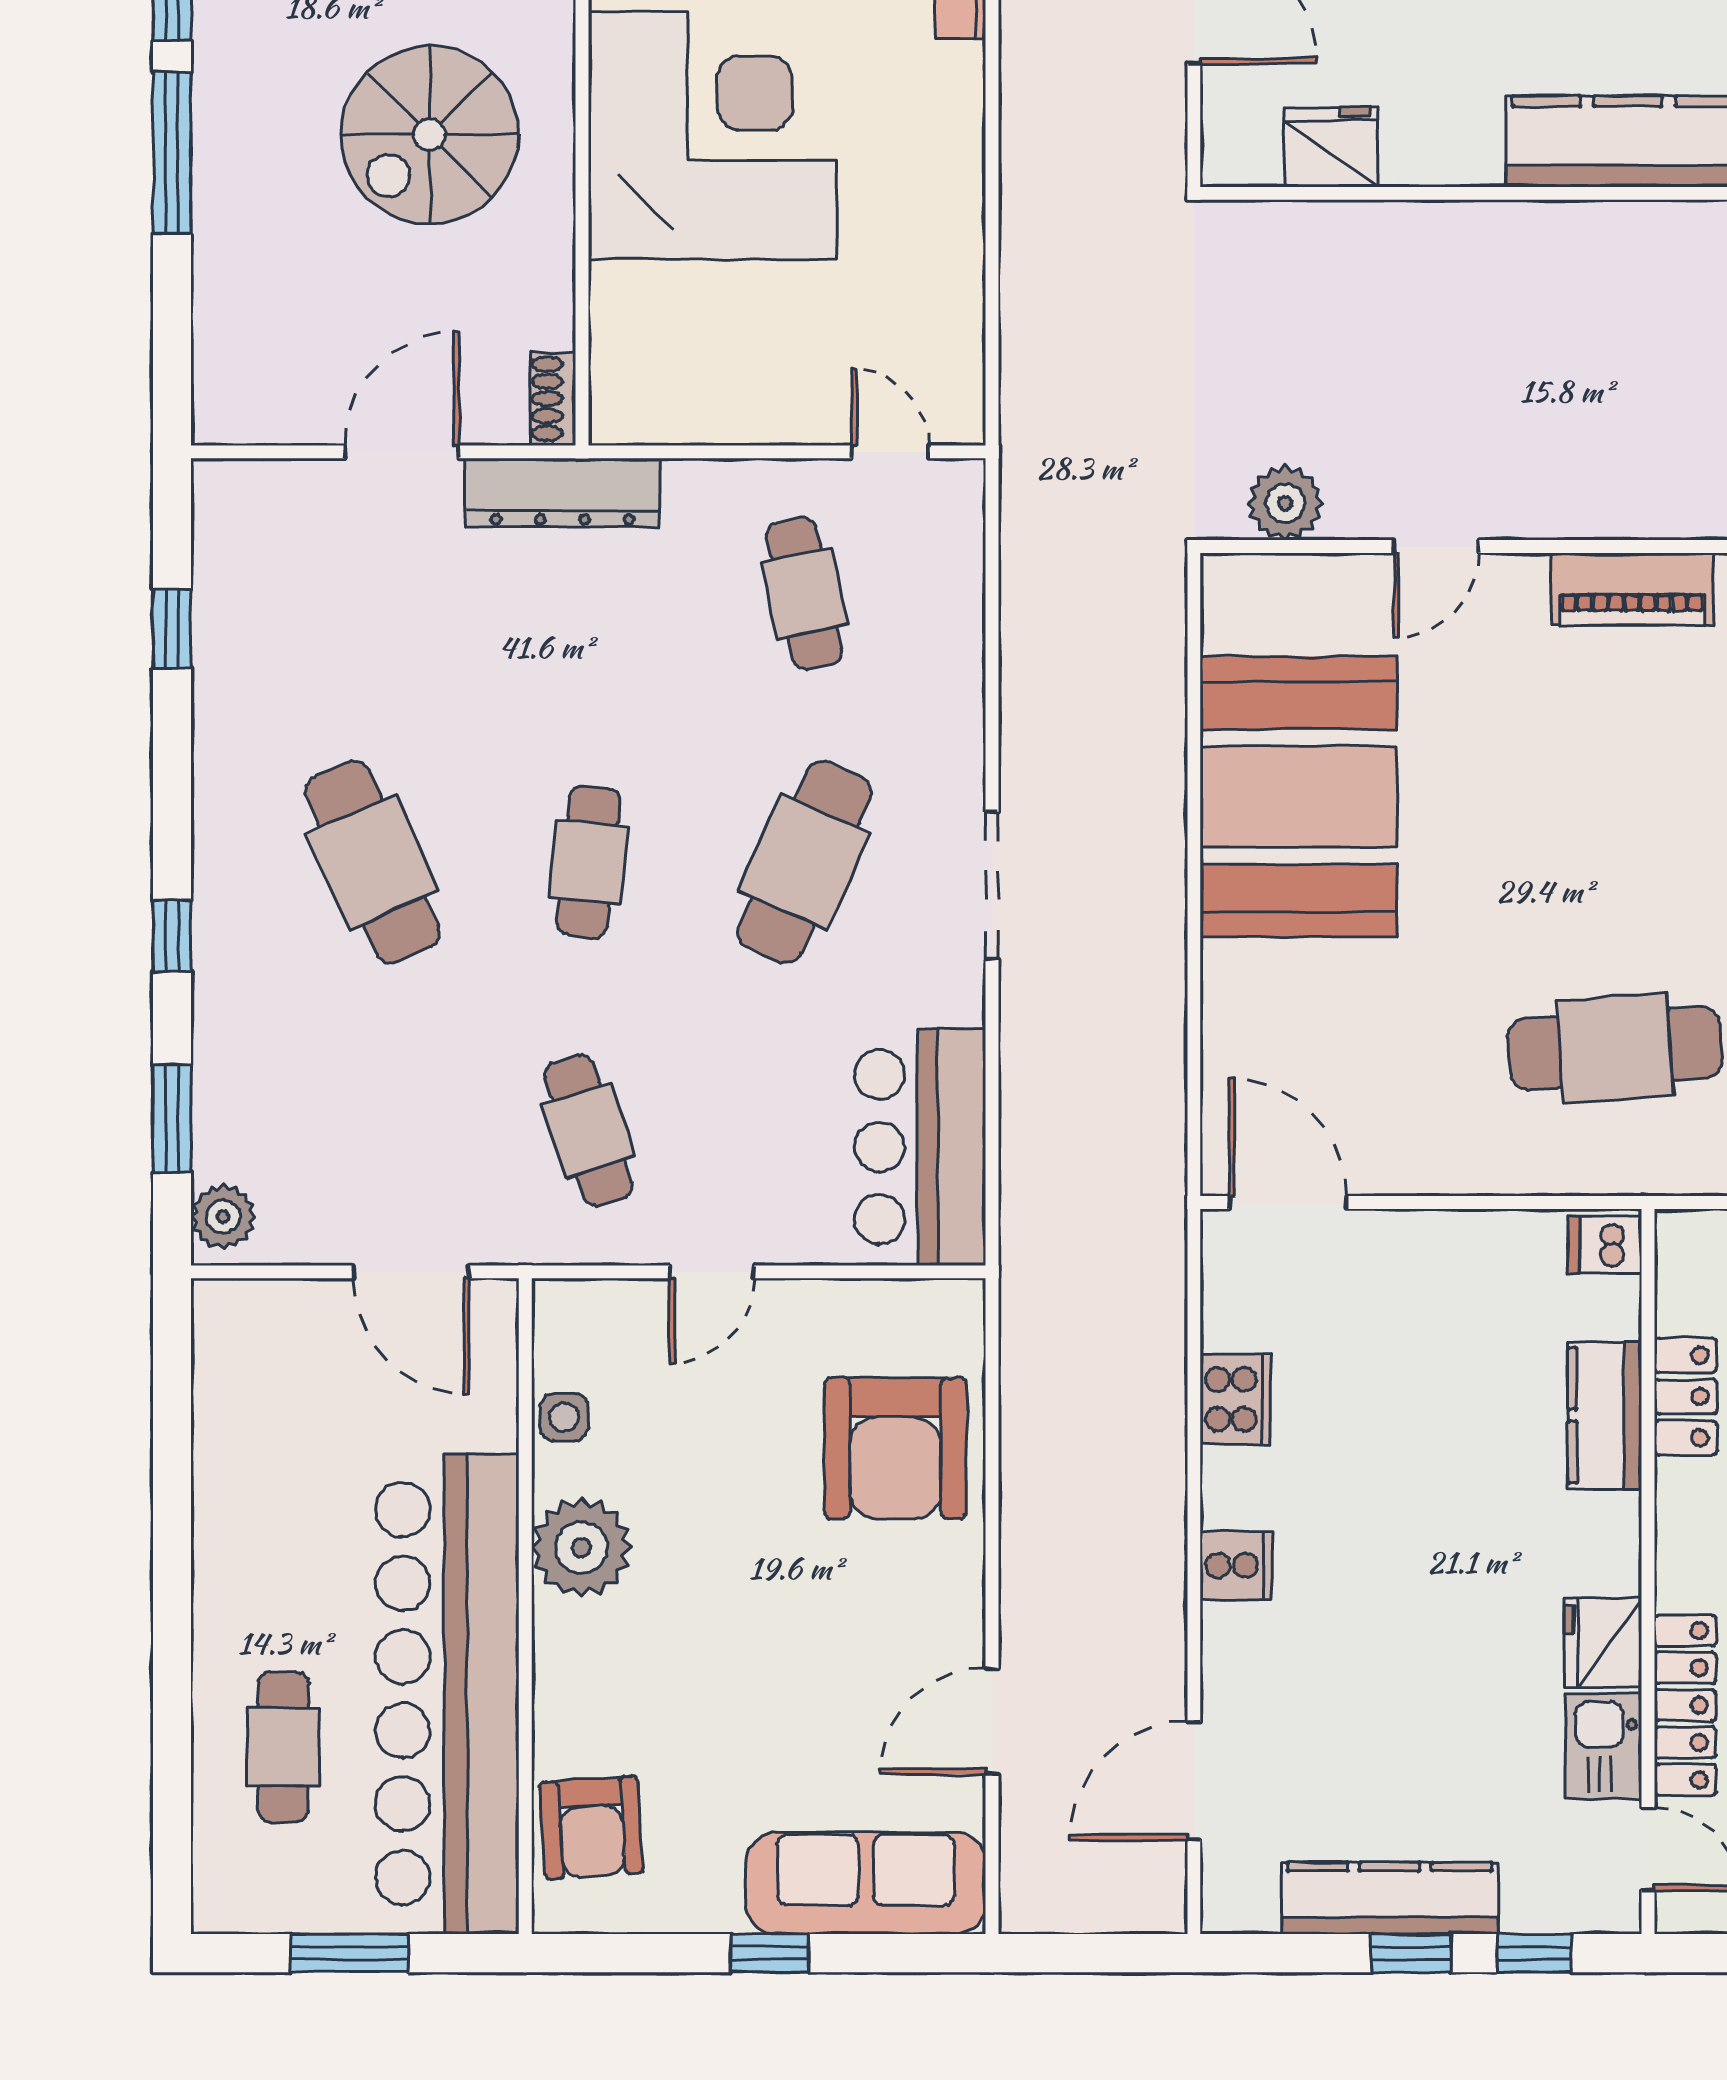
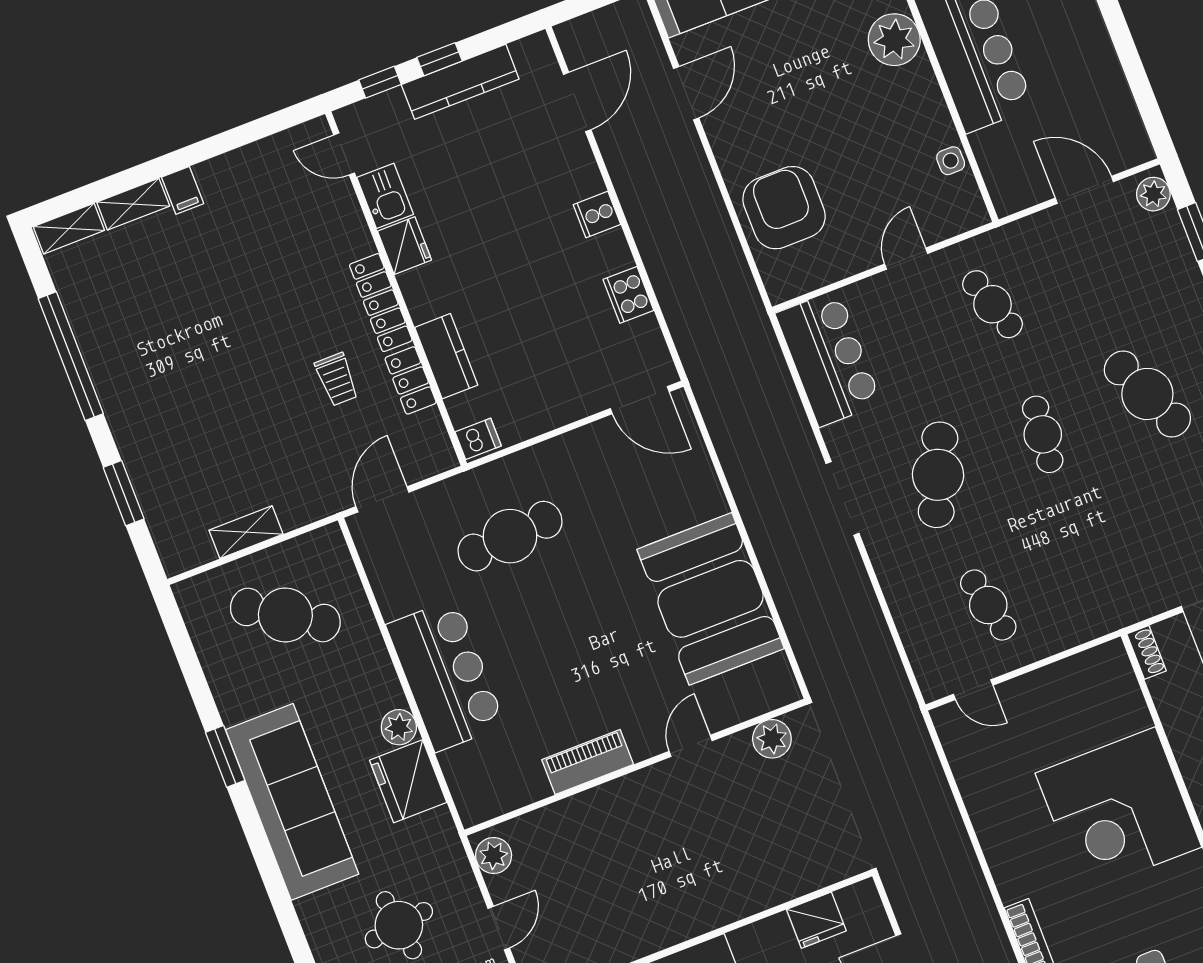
dresser: (562, 493) -> (1124, 609), removed
door: (411, 1272) -> (1084, 190), moved
plant: (581, 1548) -> (894, 40), moved
locker: (1685, 1705) -> (381, 303), moved

